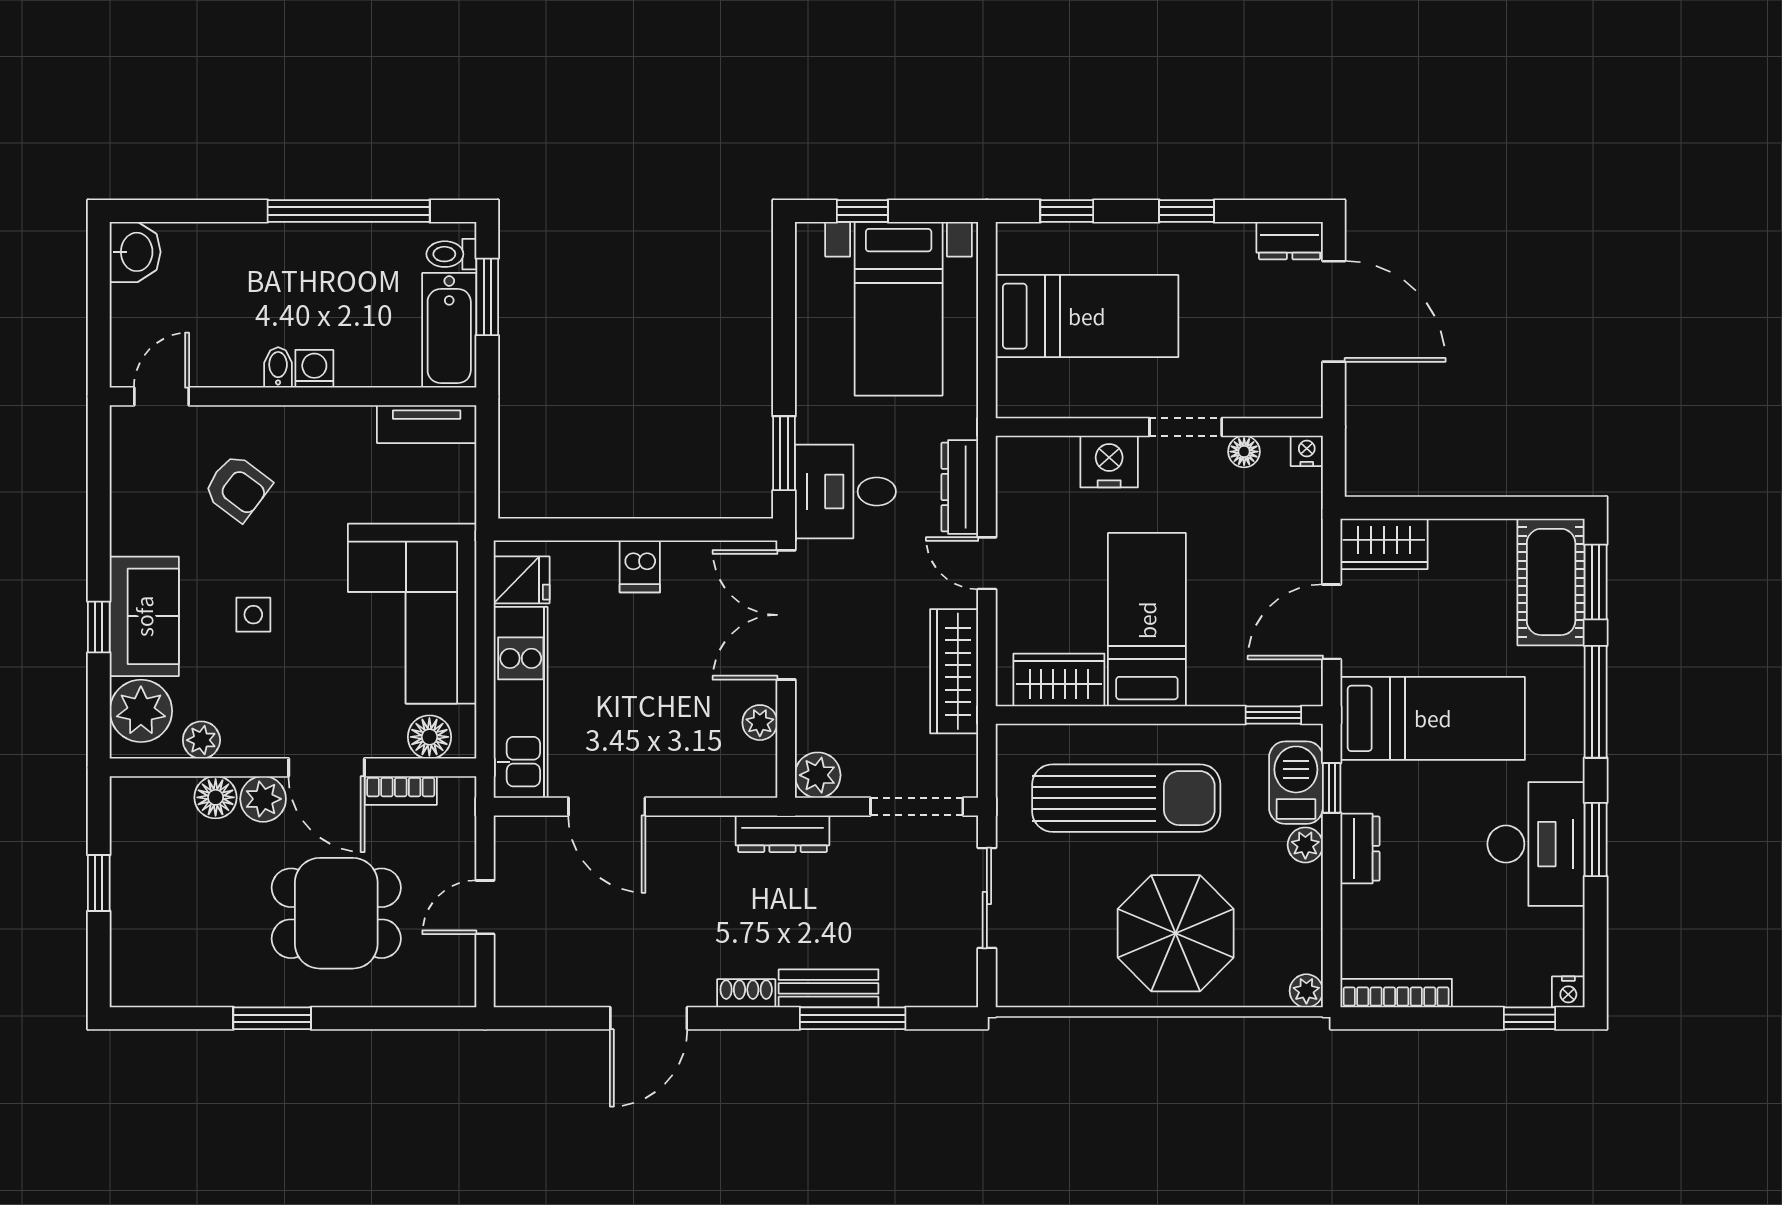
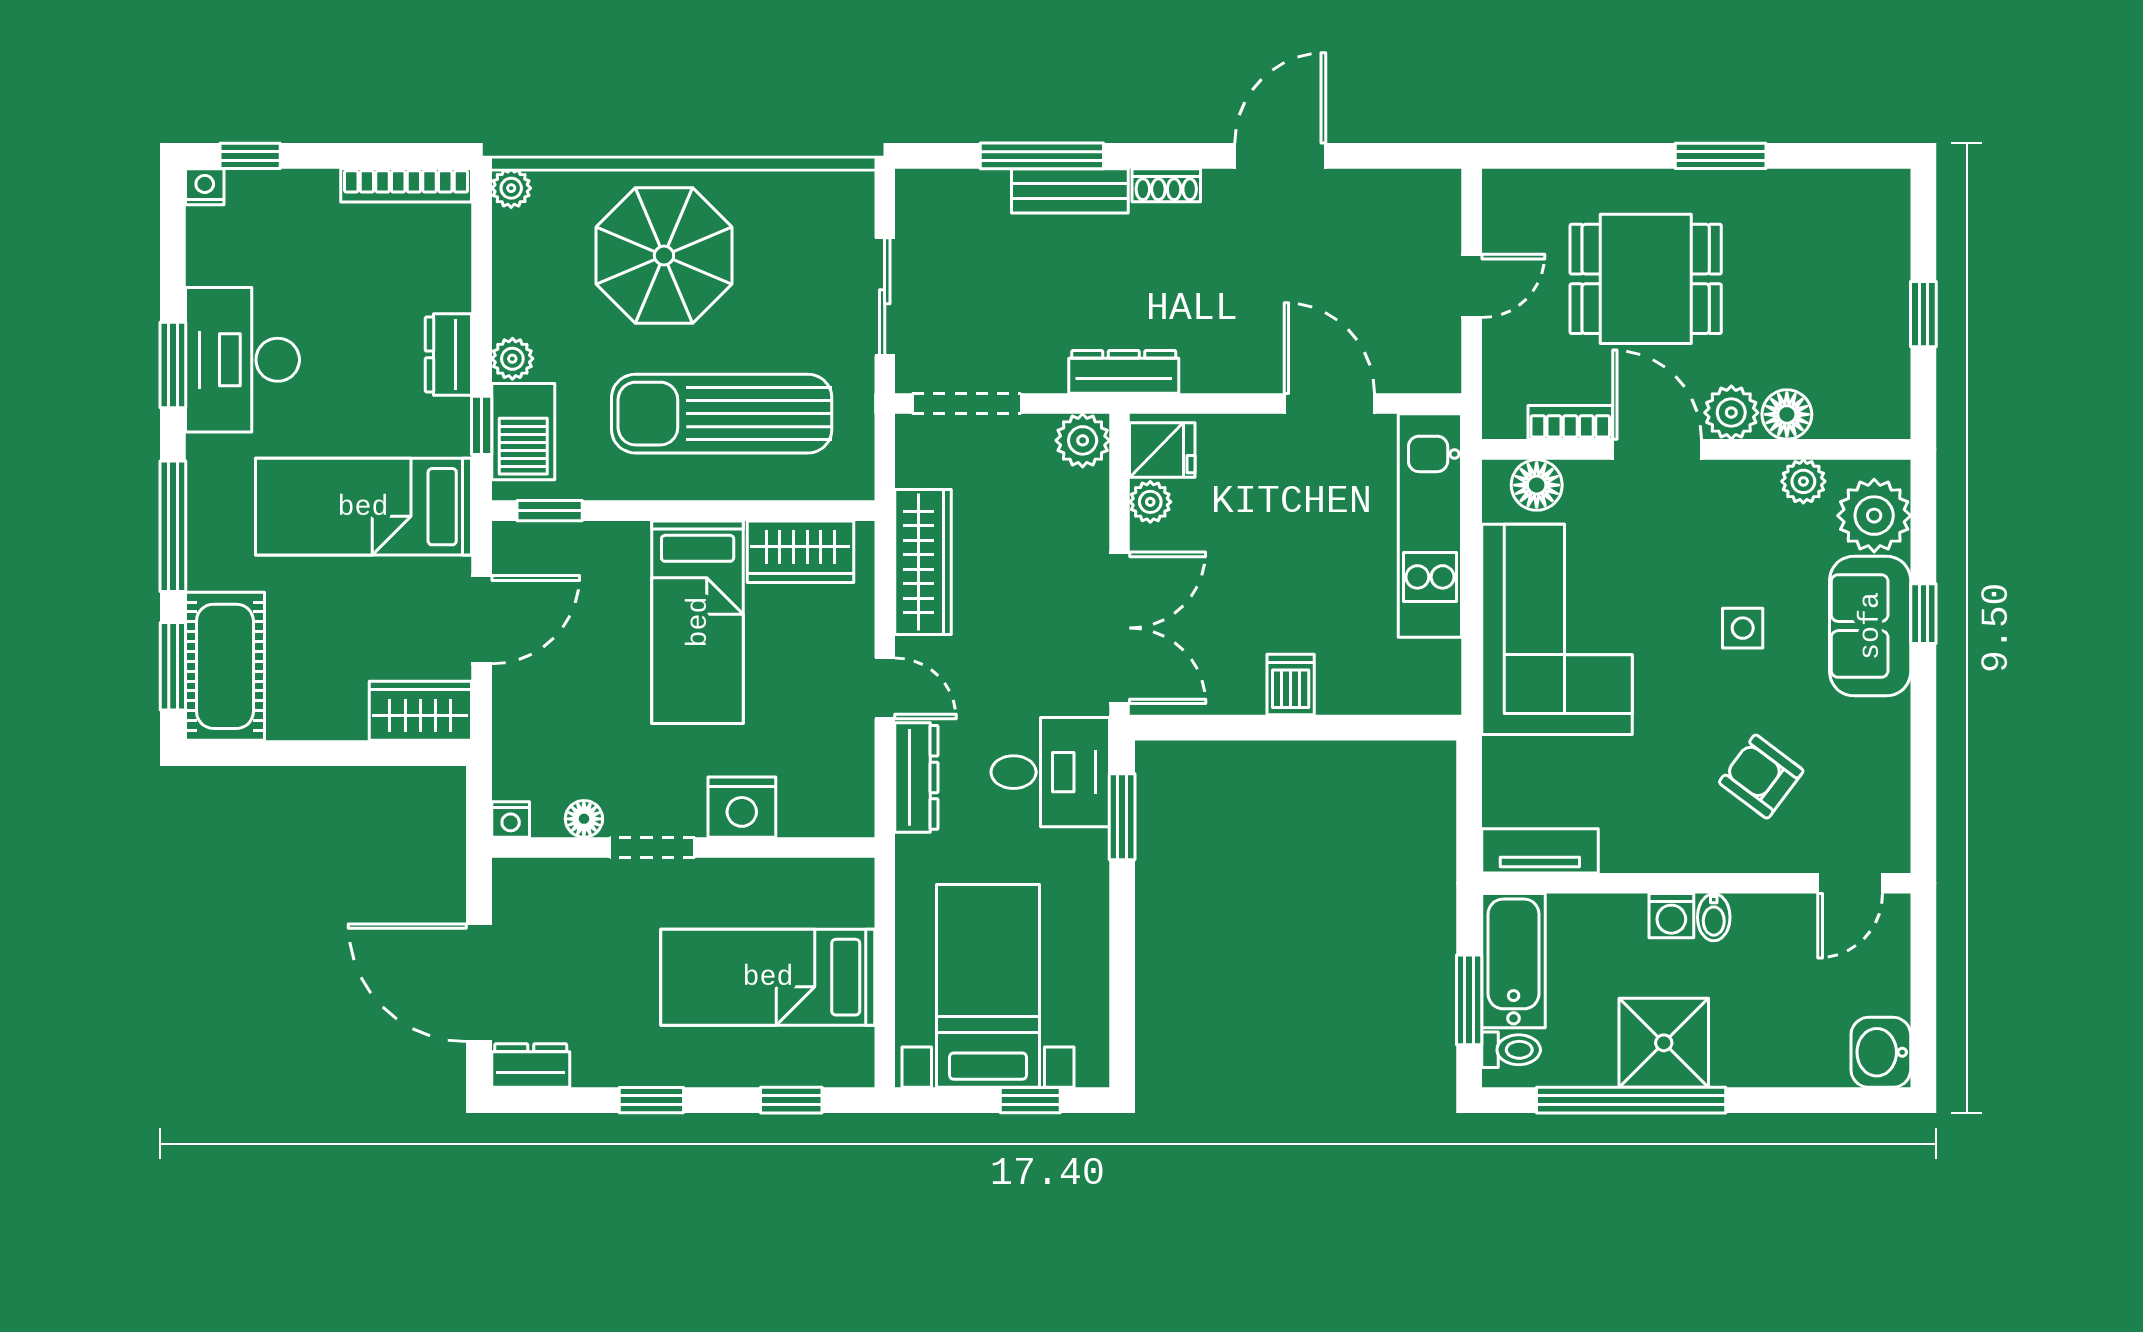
shower: (321, 260) -> (1664, 1043), added
fridge: (522, 580) -> (1162, 450), moved, turned 180

